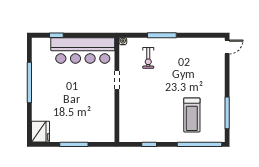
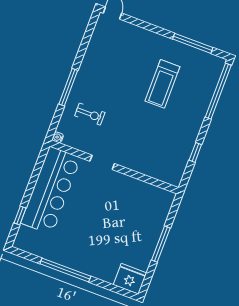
treadmill: (192, 115) -> (162, 84), moved, turned 90

